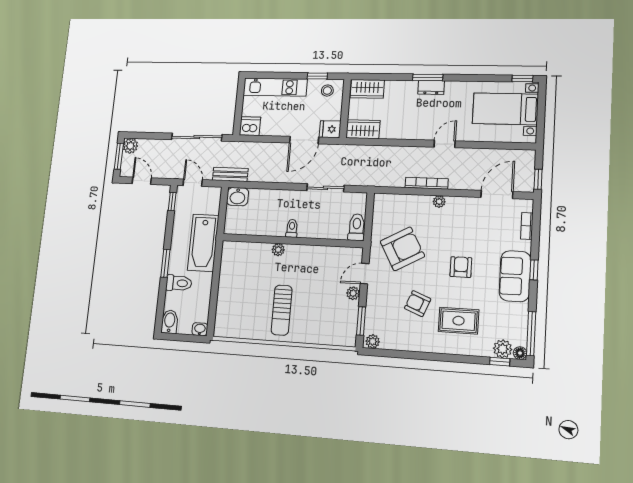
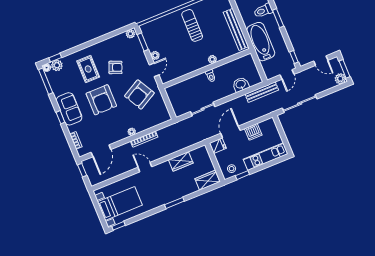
dresser: (431, 87) -> (169, 198), removed
dishwasher: (250, 126) -> (253, 132), moved
wardrobe: (363, 129) -> (181, 161), moved
door: (445, 144) -> (145, 167), swing flipped
bench: (230, 174) -> (262, 92), width x1.36
door: (193, 183) -> (287, 74), hinge flipped
washbasin: (238, 197) -> (241, 85), moved
toilet: (357, 227) -> (172, 94), removed
armchair: (461, 267) -> (101, 100), width x1.88, depth x1.88
bench: (227, 275) -> (236, 29), added
rug: (459, 321) -> (88, 69), turned 90

